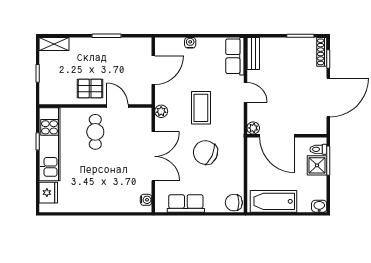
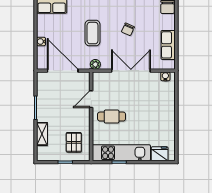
shelving: (54, 44) -> (42, 134), moved
door: (153, 70) -> (63, 71), width x1.36
pallet: (90, 89) -> (74, 142), moved
coffee table: (201, 108) -> (93, 33), turned 90
chair: (205, 152) -> (128, 29), width x0.54, depth x0.54

